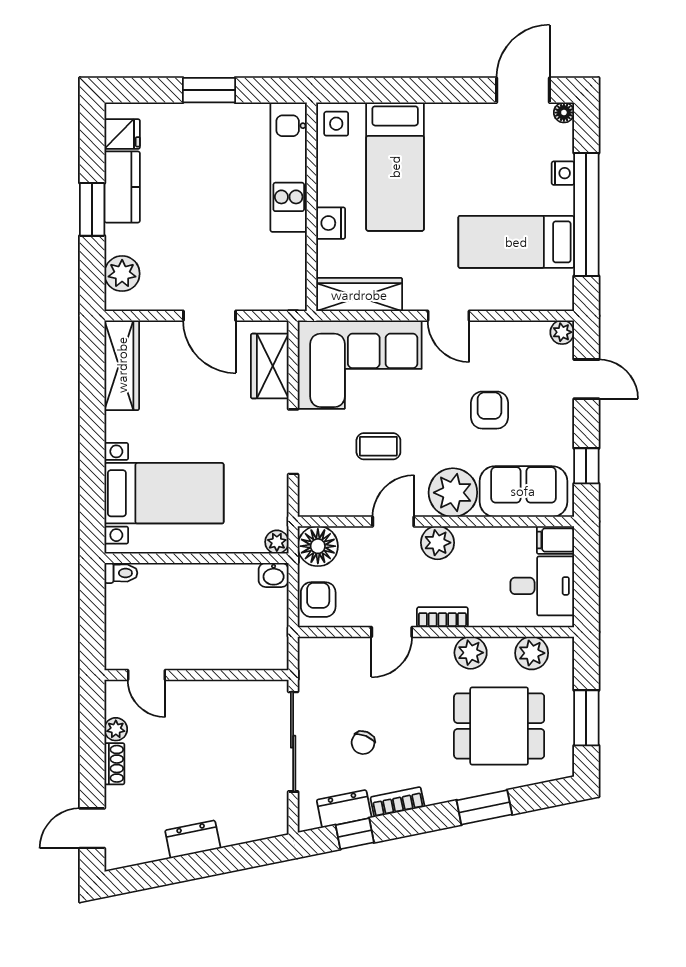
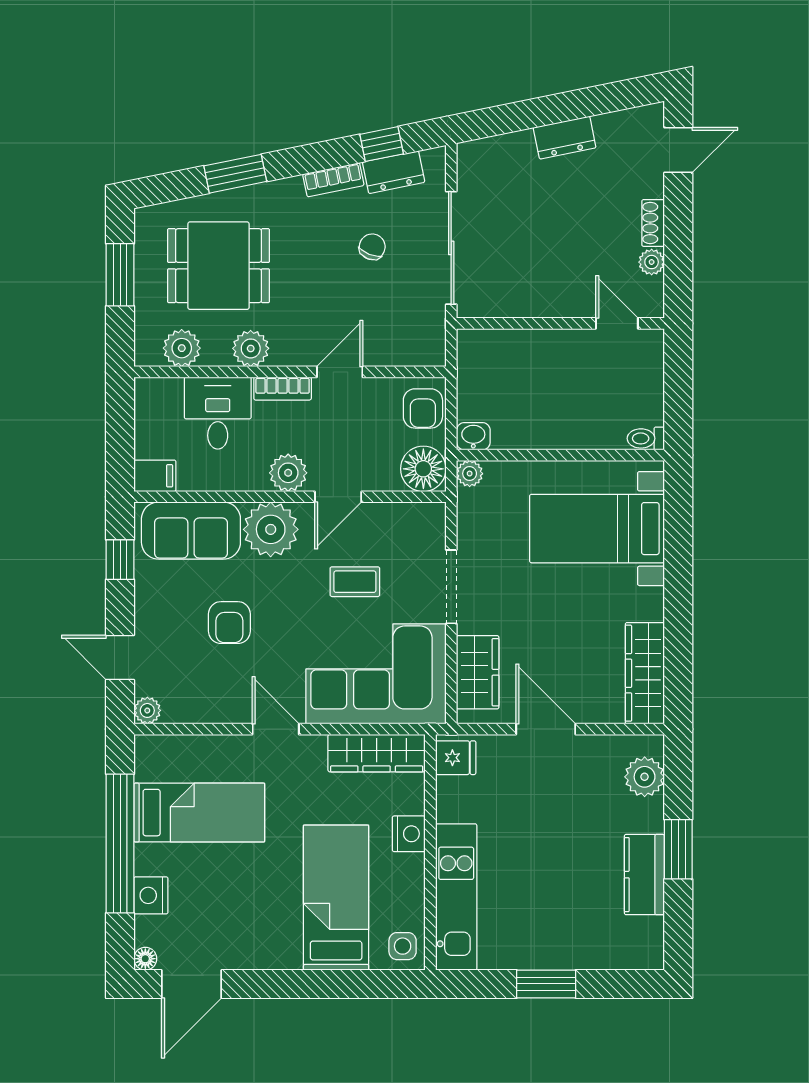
fridge: (122, 134) -> (456, 758), moved, turned 180
nightstand: (563, 173) -> (151, 895), width x1.39, depth x1.35
desk: (542, 586) -> (218, 413), moved, turned 90

